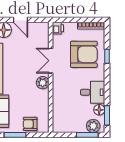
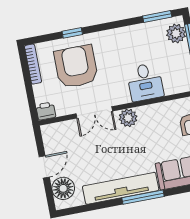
desk: (93, 92) -> (145, 82), moved, turned 180
floor lamp: (99, 110) -> (151, 29), removed

